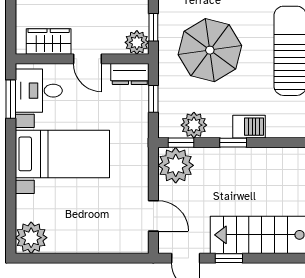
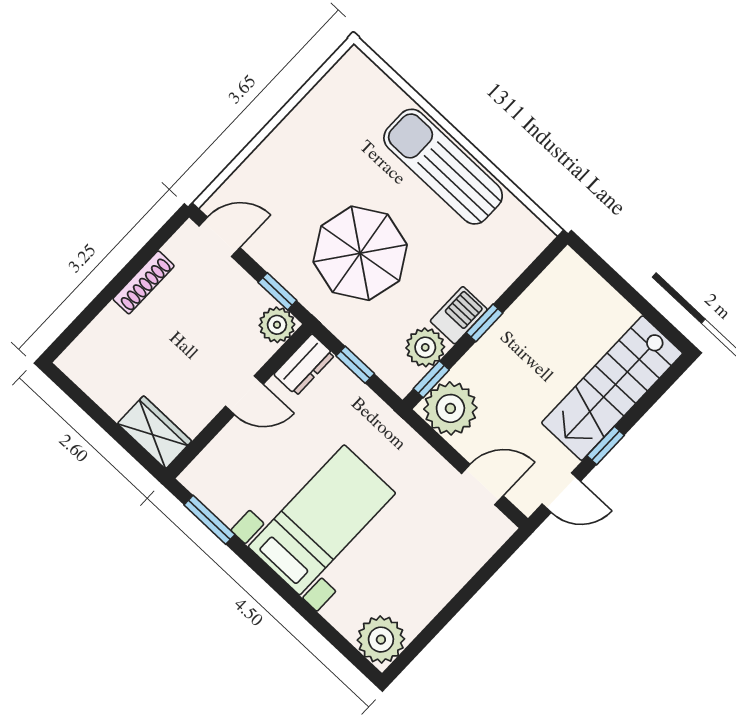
wardrobe: (49, 41) -> (155, 432), moved, turned 90
desk: (39, 91) -> (229, 481), removed
barbecue: (249, 127) -> (459, 315), moved

